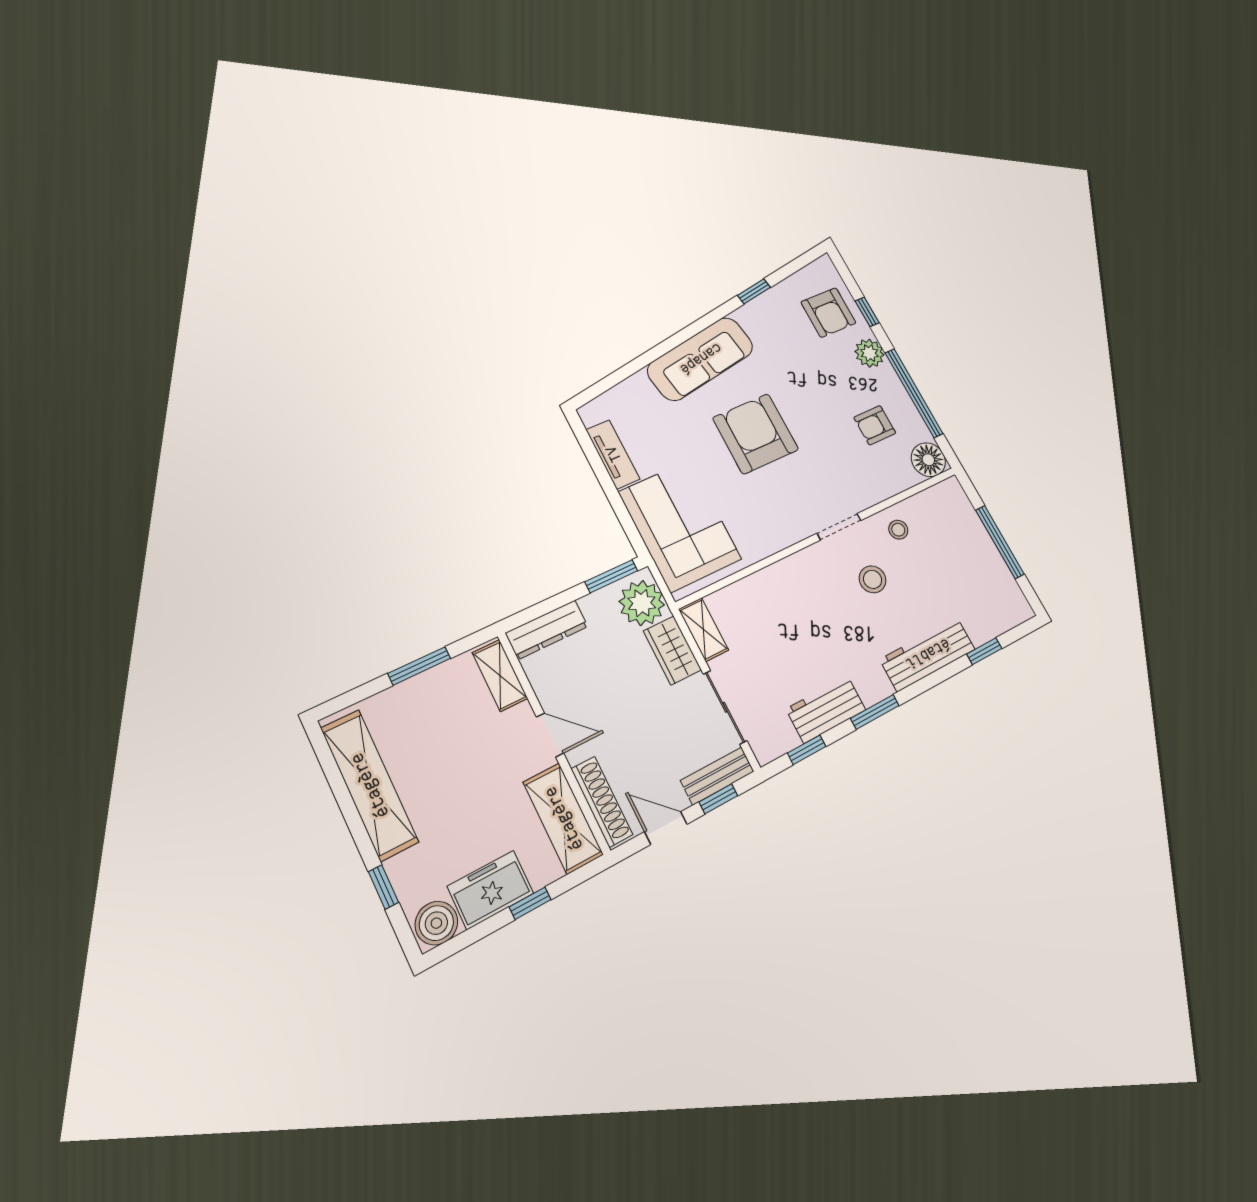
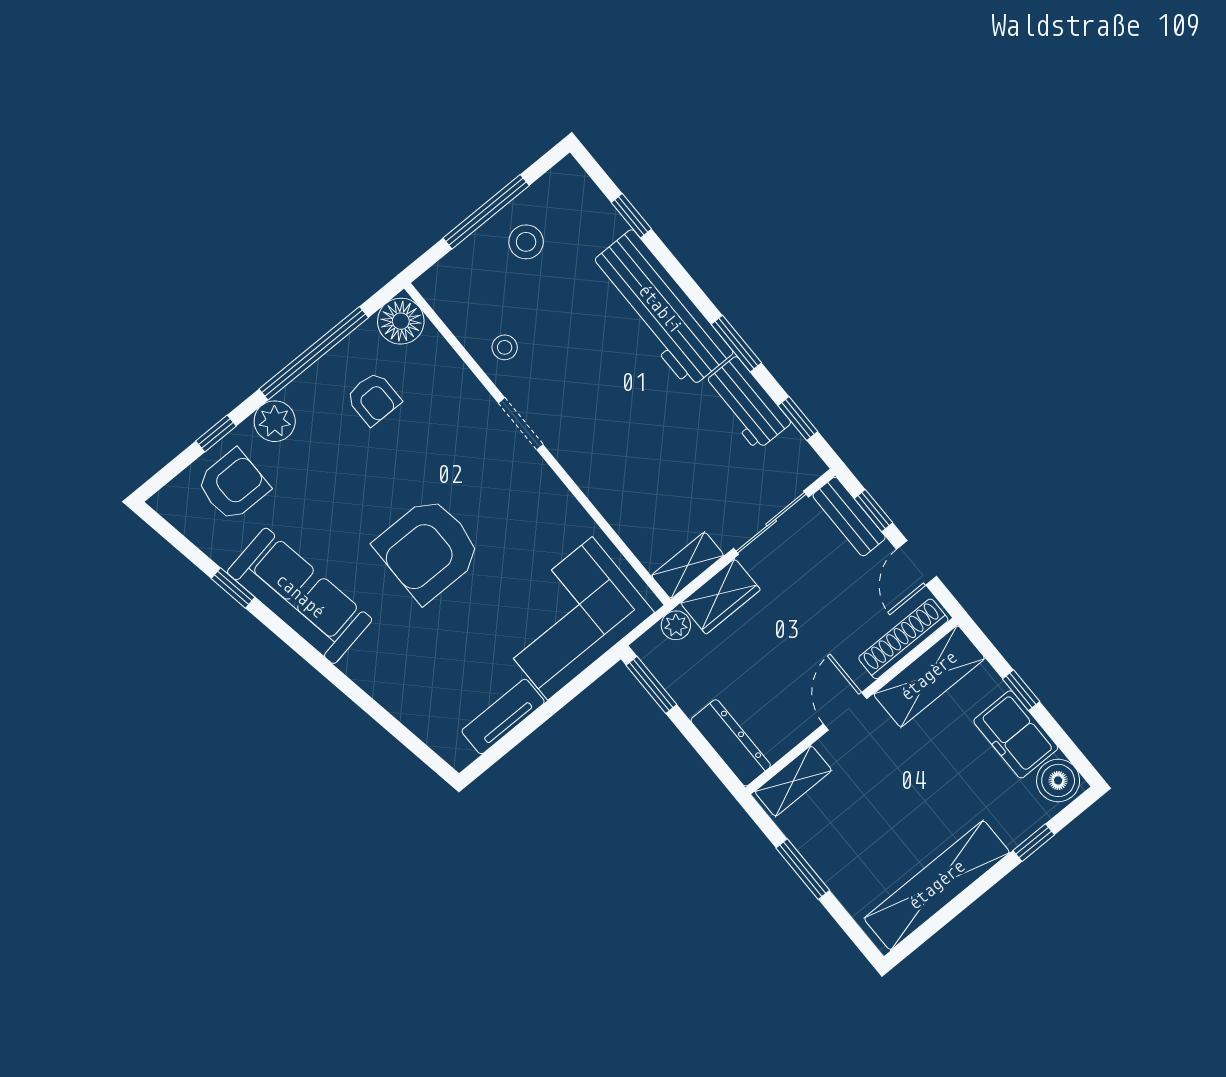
sofa: (701, 359) -> (300, 596), moved
stool: (873, 579) -> (526, 242), moved
plant: (642, 603) -> (676, 625), width x0.53, depth x0.53
workbench: (928, 654) -> (660, 309), width x1.36, depth x1.32

